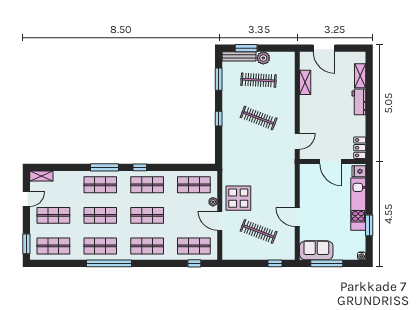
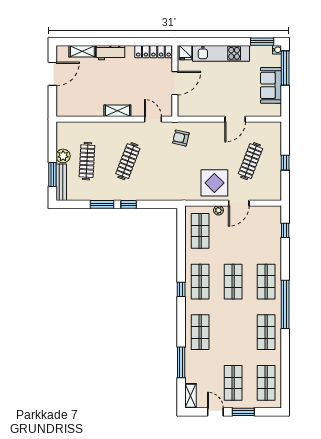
door: (324, 48) -> (52, 74), moved
window: (219, 79) -> (102, 204), moved
shelving: (305, 82) -> (117, 111), moved
locker: (360, 148) -> (153, 52), width x1.53
window: (105, 167) -> (181, 362), moved
armchair: (280, 167) -> (181, 138), added
shop shelf: (100, 215) -> (233, 332), removed
window: (369, 225) -> (262, 42), moved
window: (26, 244) -> (243, 412), moved
shop shelf: (194, 246) -> (266, 231), removed
sofa: (316, 250) -> (271, 85), moved
window: (109, 263) -> (285, 304), moved
window: (275, 263) -> (285, 163), moved
window: (327, 263) -> (285, 68), moved

